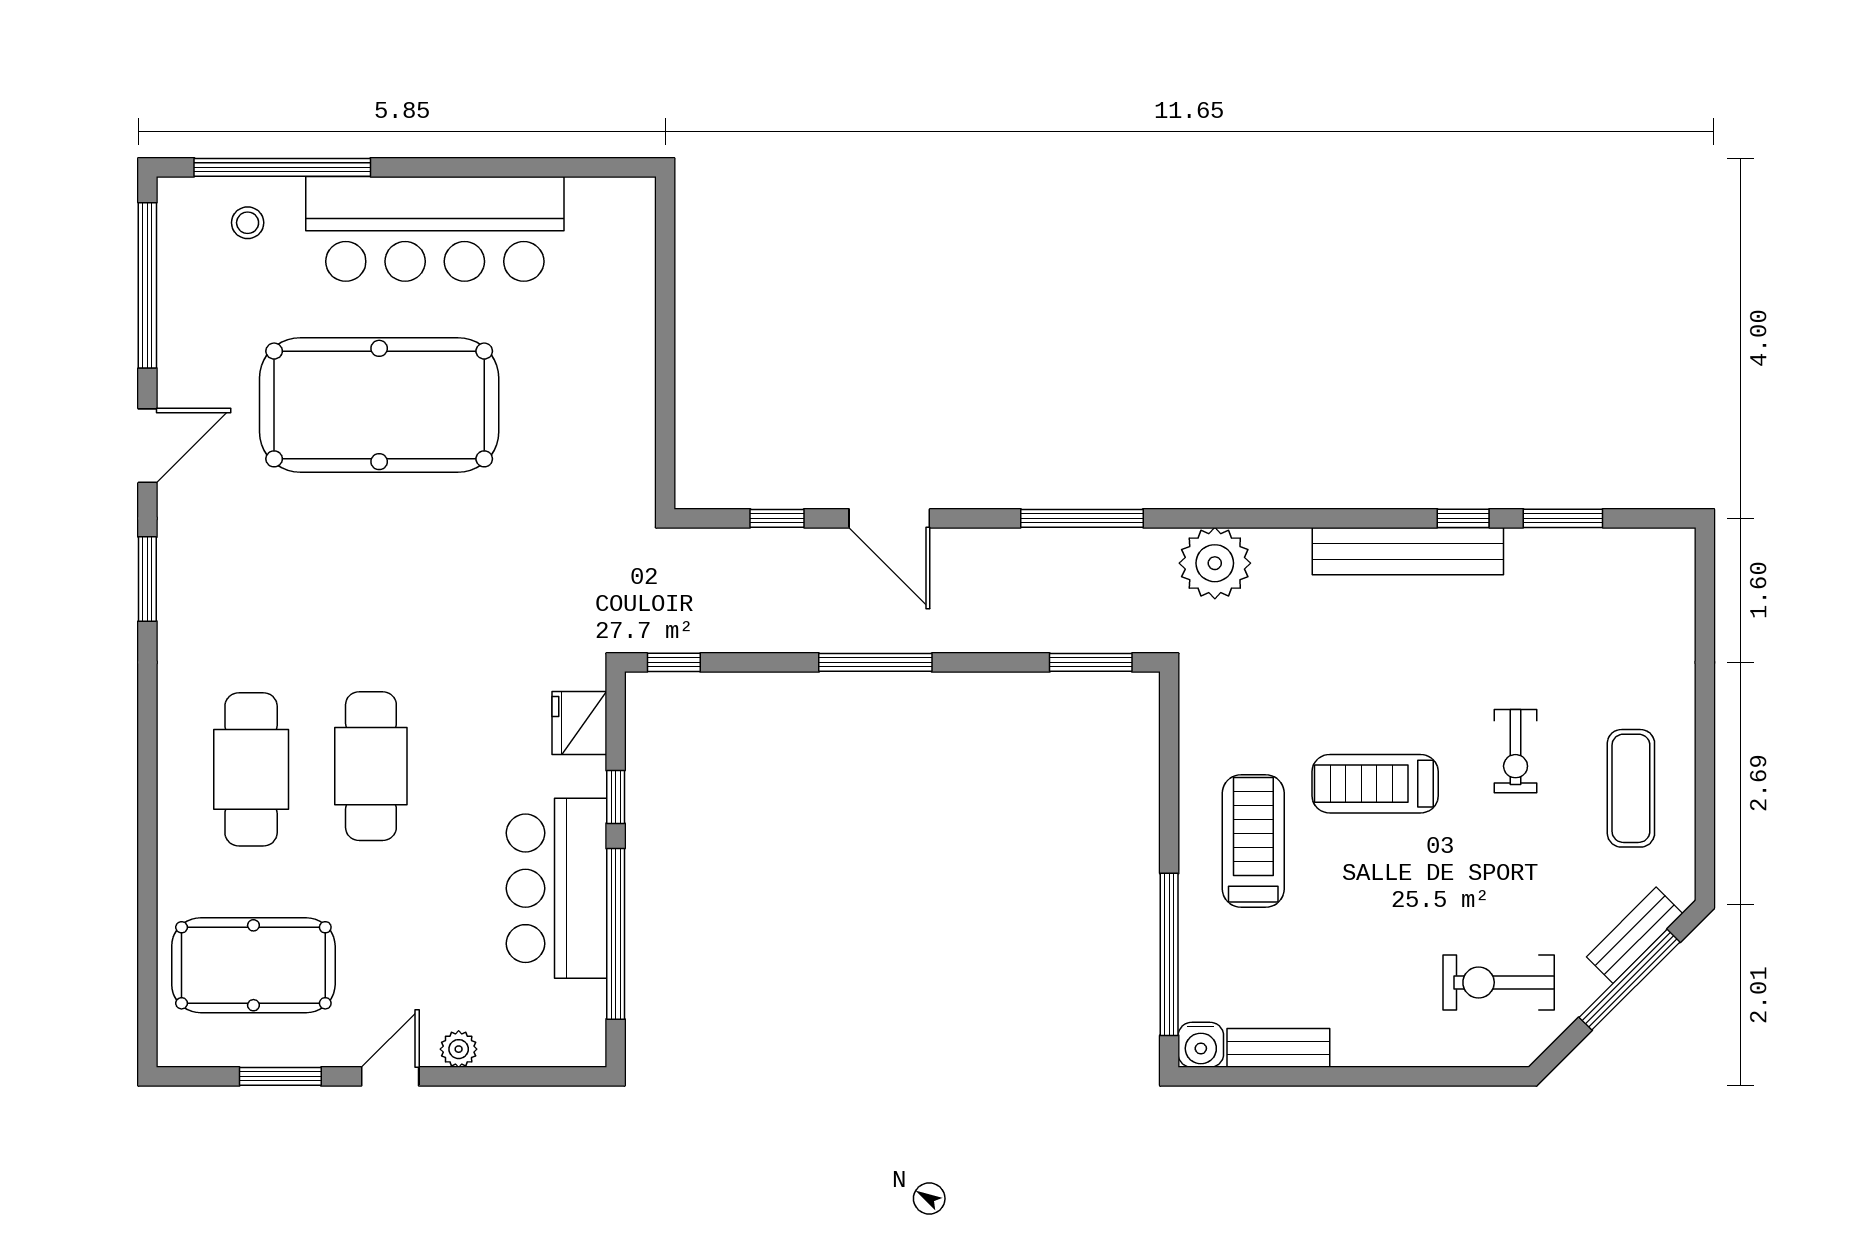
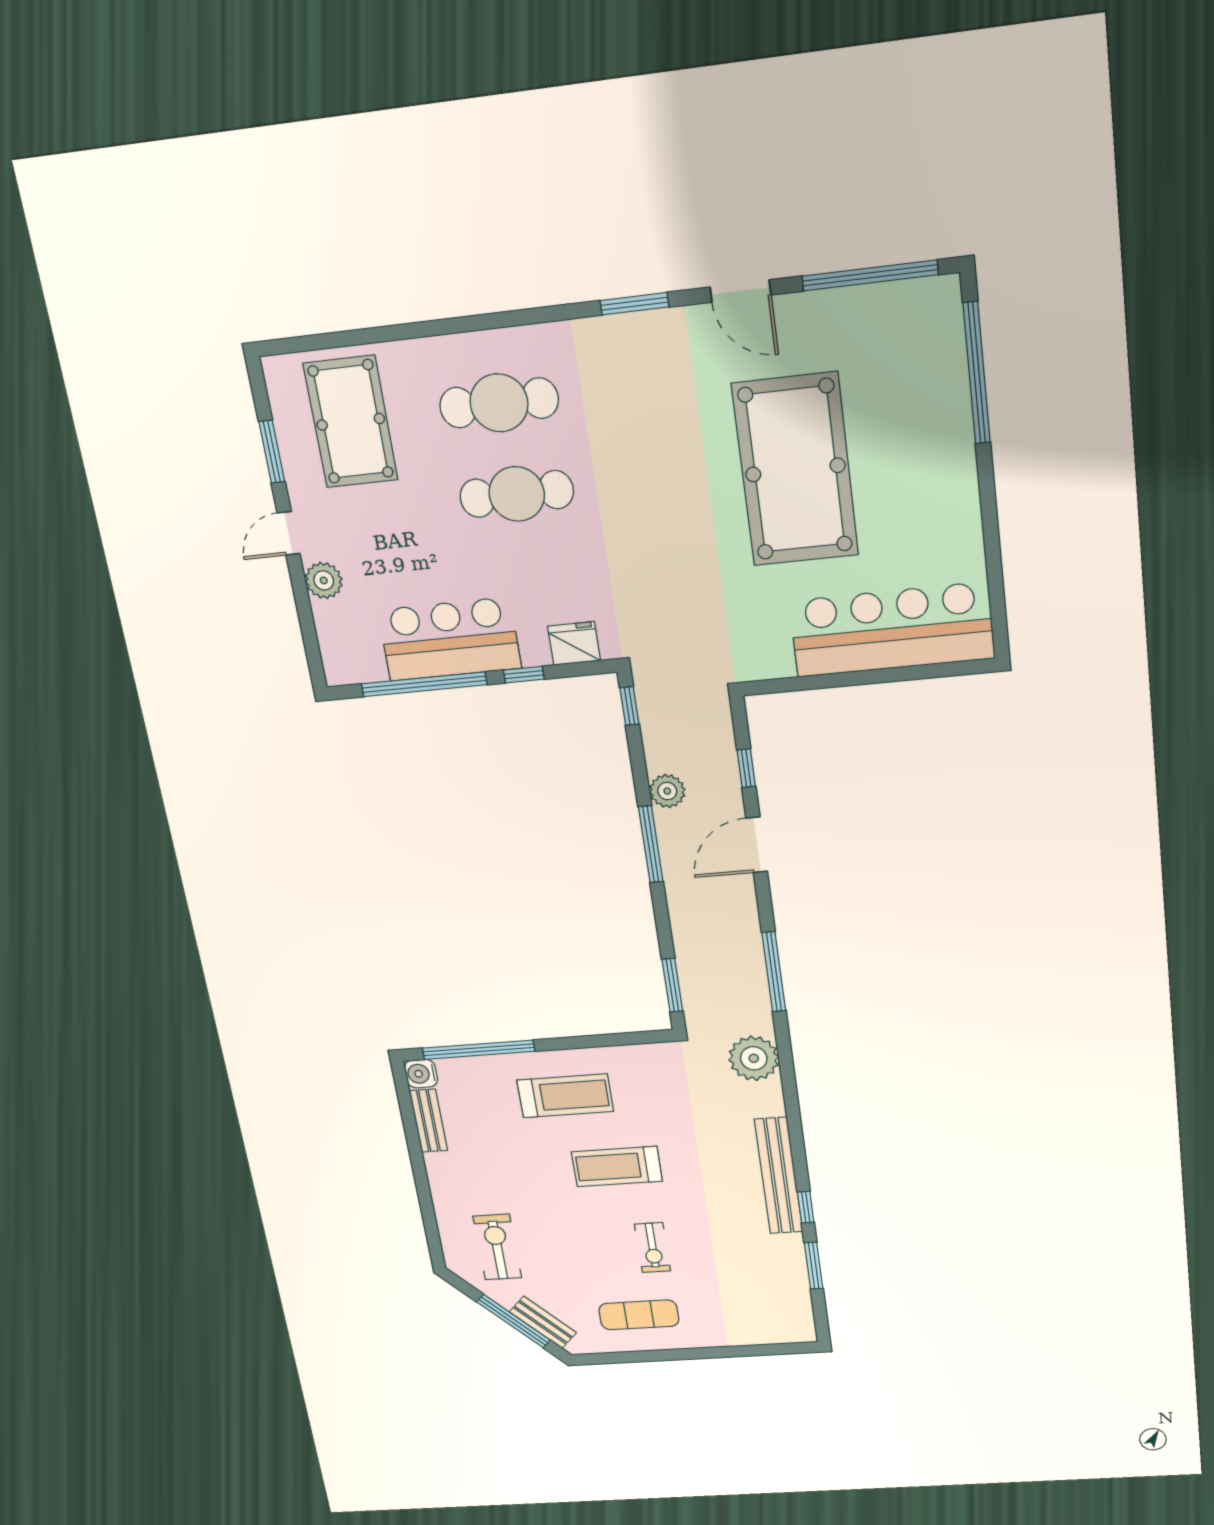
stool: (248, 223) -> (929, 350), removed
bar counter: (435, 229) -> (892, 630), moved, turned 90
plant: (800, 629) -> (667, 791), added
exercise bike: (1516, 751) -> (653, 1248), turned -90
treadmill: (1375, 784) -> (617, 1166), turned -90
plant: (459, 1049) -> (324, 580), width x1.38, depth x1.38
door: (390, 1076) -> (289, 533), swing flipped

